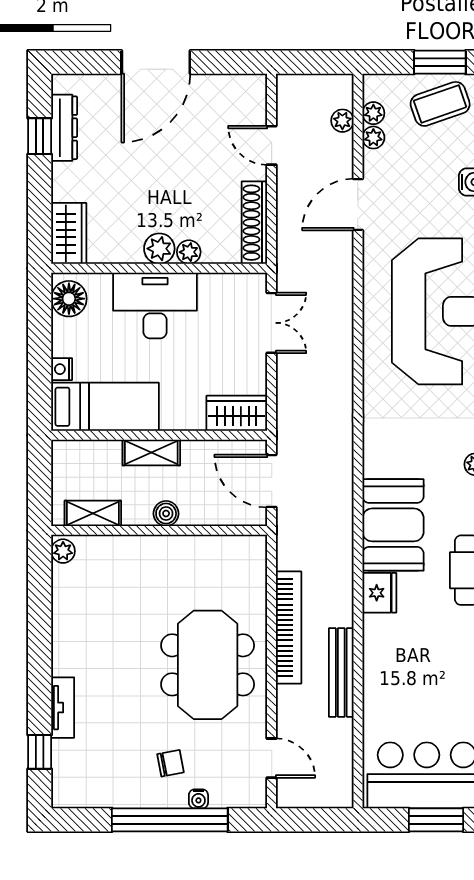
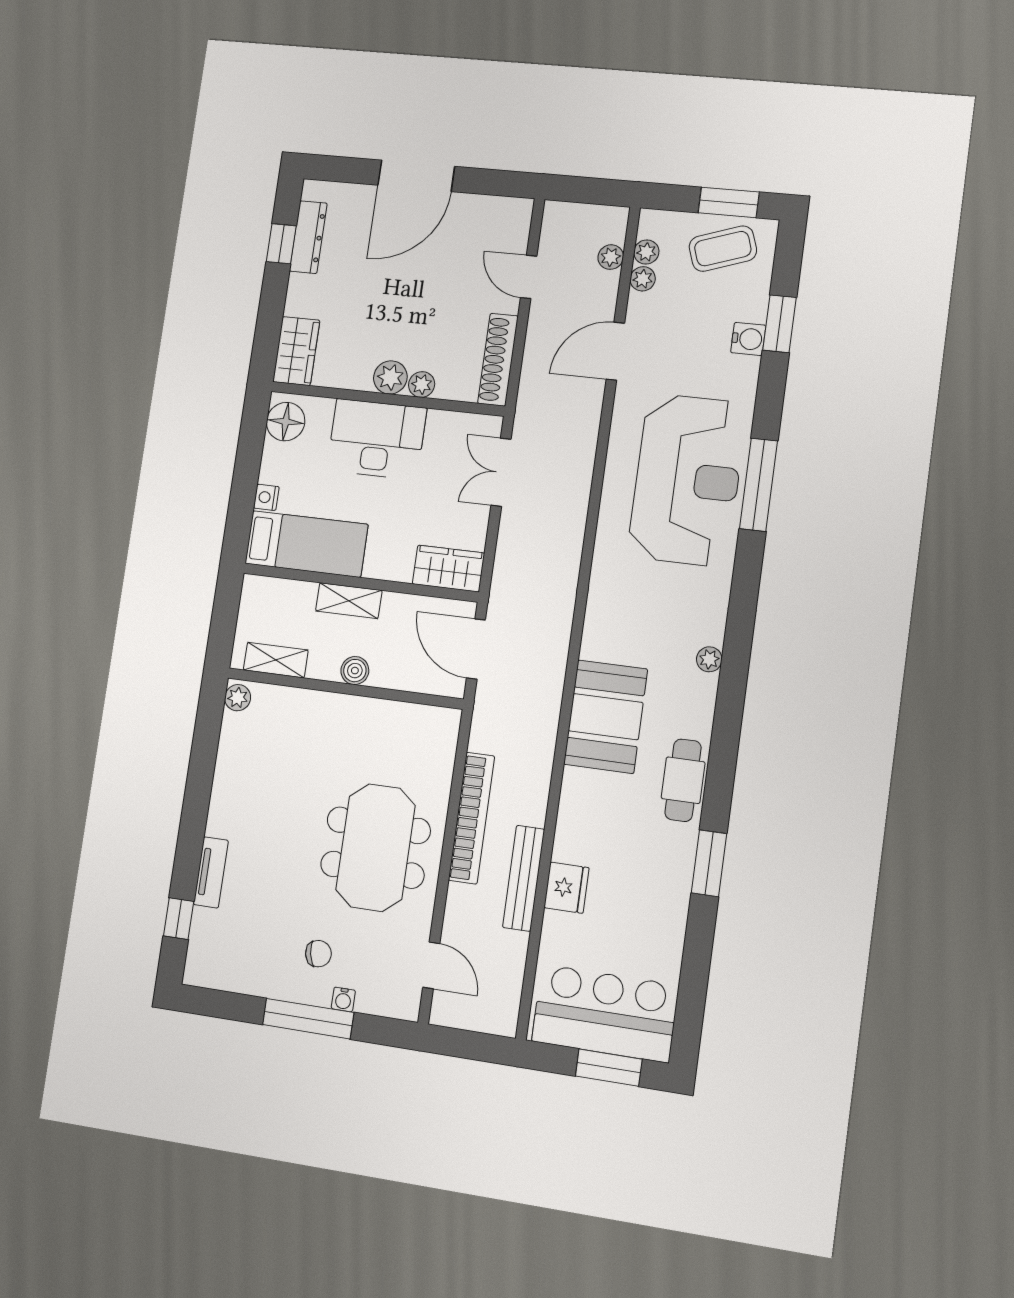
double door: (272, 323) -> (501, 472), swing flipped
fridge: (379, 593) -> (567, 888), moved
window: (170, 820) -> (308, 1019), width x0.68

